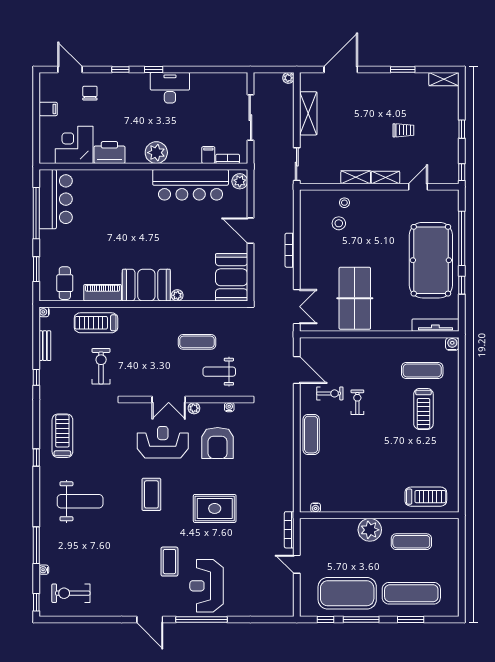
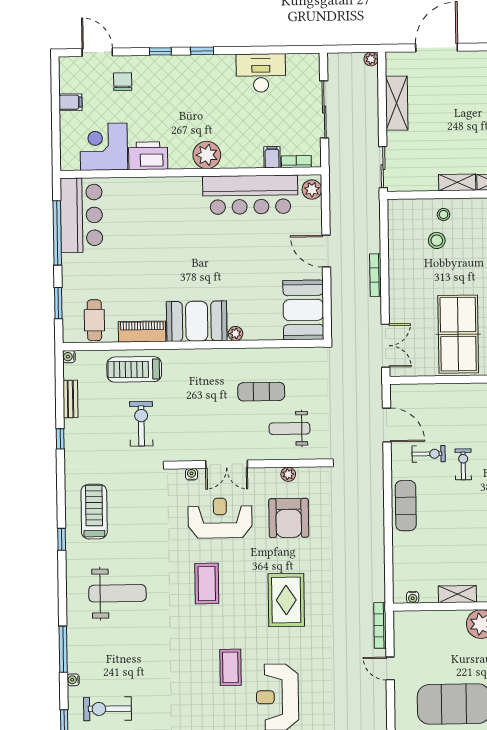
desk: (170, 88) -> (261, 73), moved
water cooler: (229, 407) -> (192, 474), moved
plant: (194, 408) -> (288, 474), moved
shelving: (351, 506) -> (457, 594), added
rug: (215, 508) -> (286, 600), turned 90

